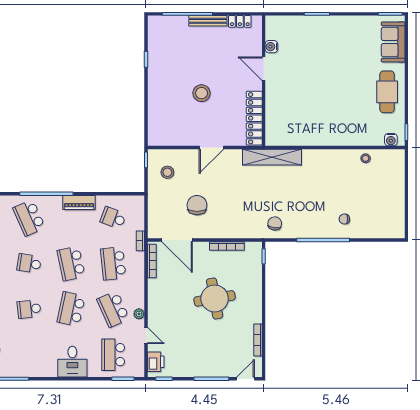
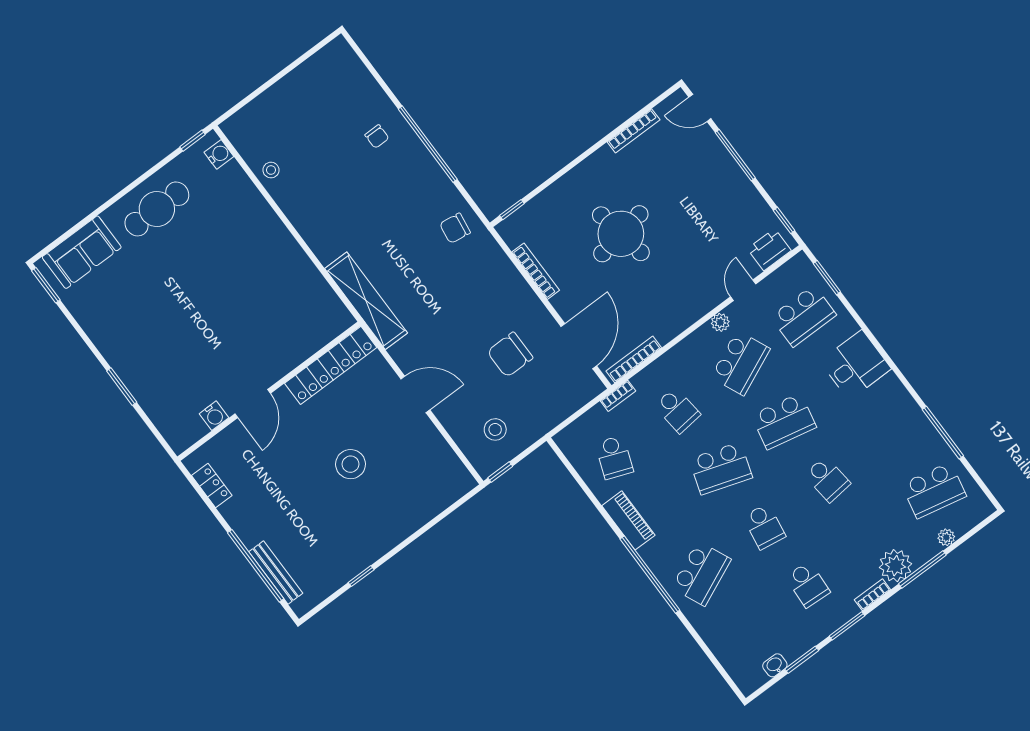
bench: (208, 21) -> (276, 573), moved
school desk: (71, 263) -> (721, 468), turned 30
school desk: (113, 263) -> (677, 410), width x0.54

